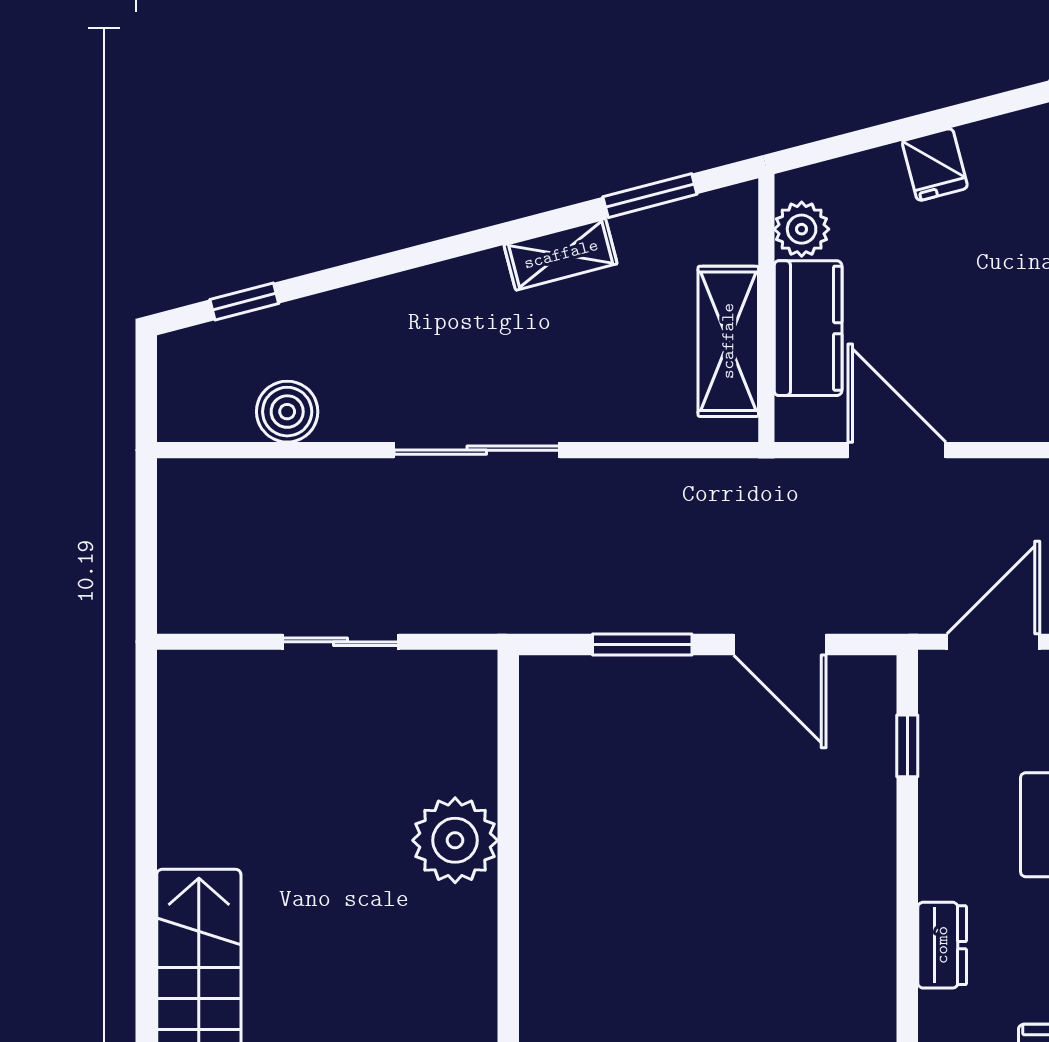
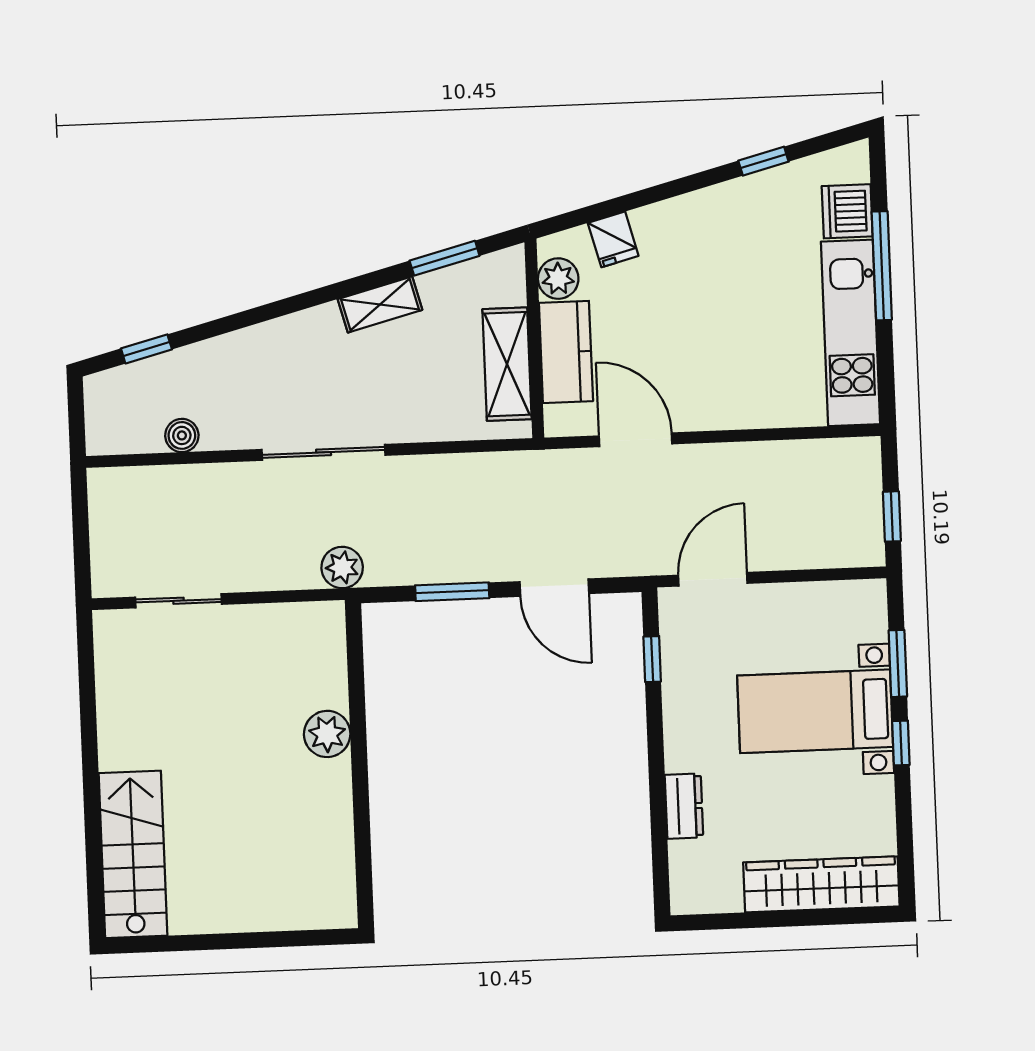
fridge: (935, 165) -> (613, 239), moved
boiler: (287, 412) -> (182, 435), width x0.73, depth x0.73
plant: (496, 606) -> (342, 567), added
sliding door: (341, 642) -> (179, 601), moved
plant: (455, 840) -> (327, 734), width x0.73, depth x0.73

